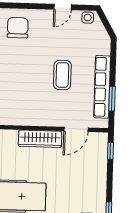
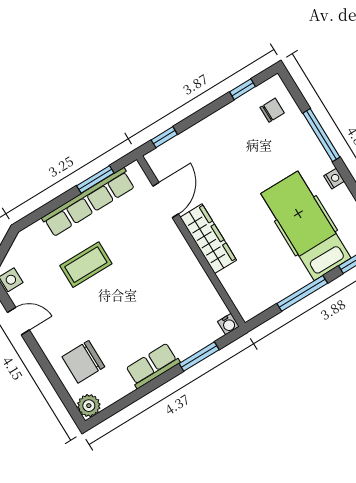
coffee table: (62, 75) -> (86, 265), moved
door: (76, 129) -> (166, 200), hinge flipped

